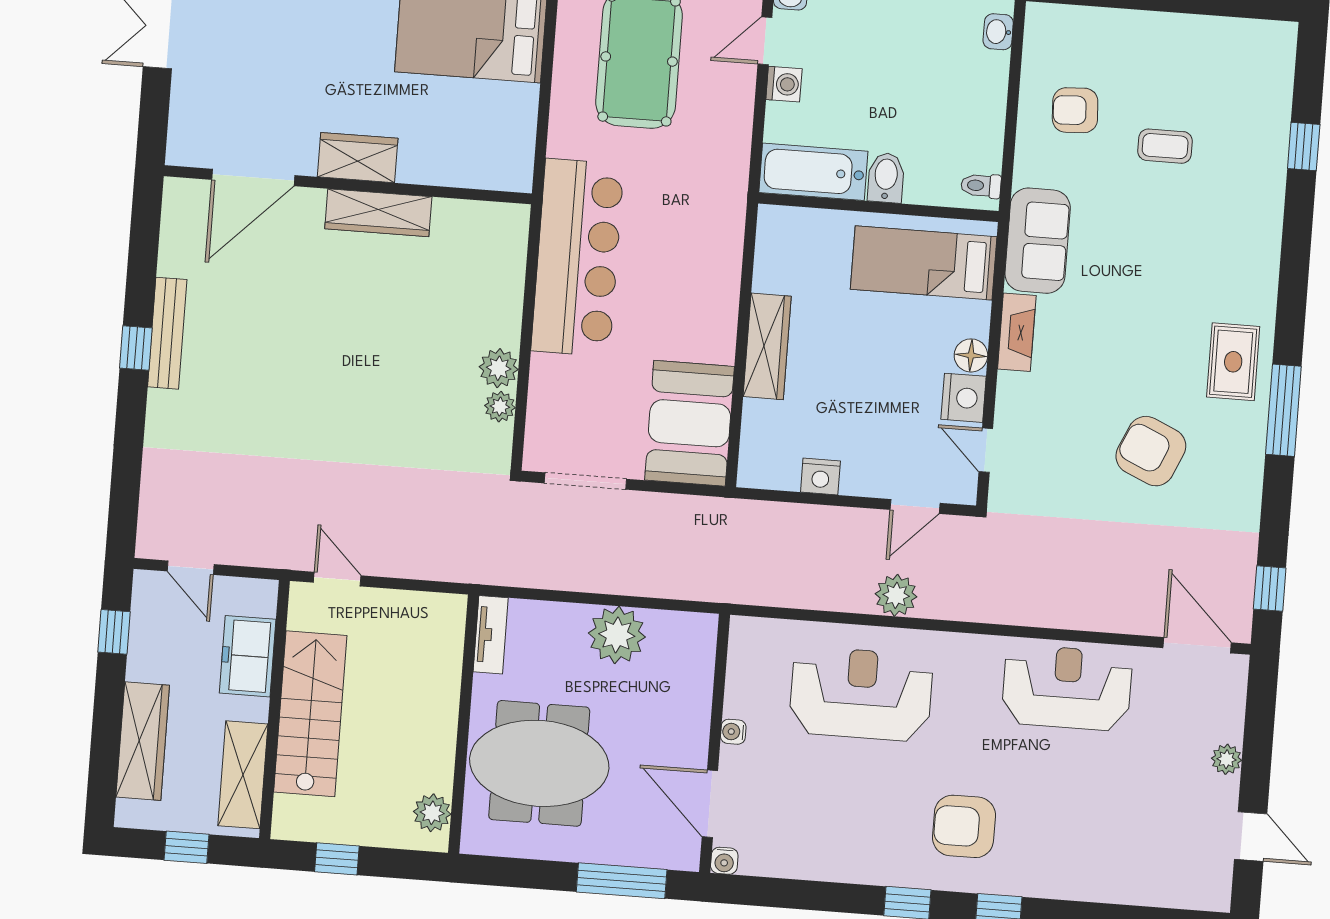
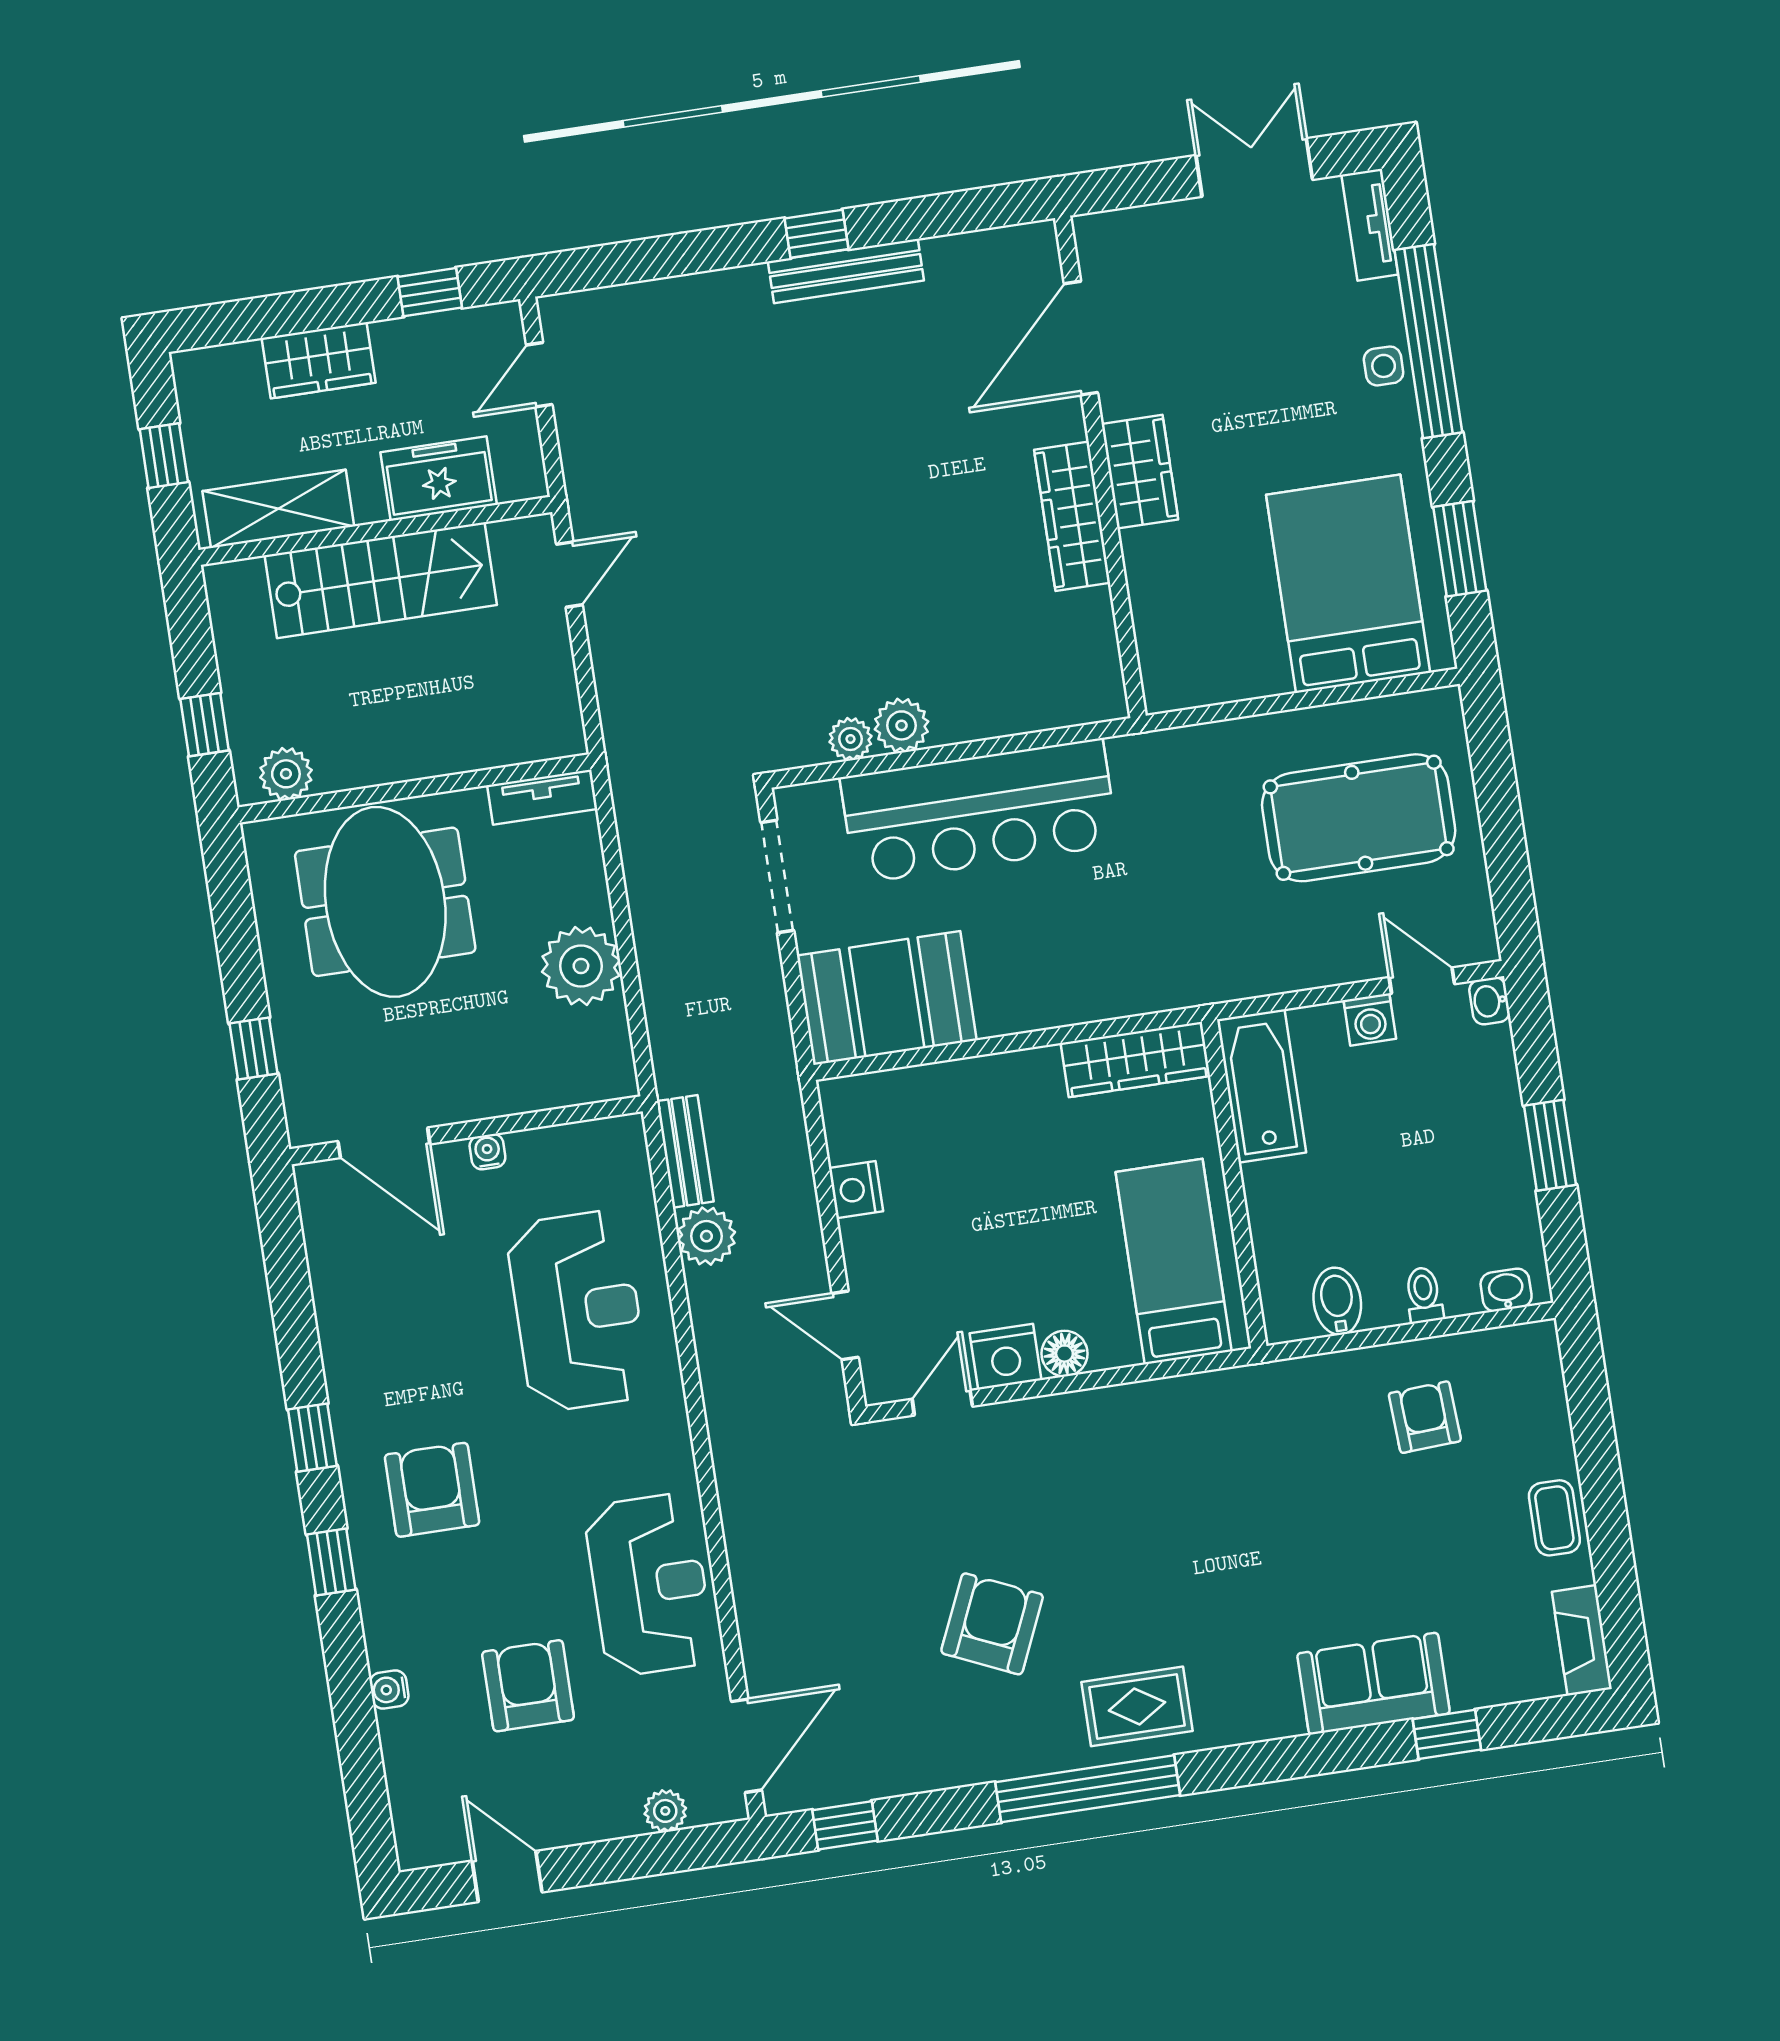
coffee table: (1165, 146) -> (1554, 1518), moved
door: (253, 177) -> (1081, 338), hinge flipped
bidet: (886, 178) -> (1337, 1301), moved, turned -90
toilet: (981, 186) -> (1424, 1295), moved
sofa: (1038, 241) -> (1373, 1684), moved, turned 180
bar counter: (577, 257) -> (979, 811), moved
fireplace: (1017, 332) -> (1582, 1640), moved, turned 90
wardrobe: (767, 346) -> (1135, 1060), moved
window: (1283, 410) -> (1088, 1789), width x1.46
bench: (765, 591) -> (685, 1151), added
plant: (896, 595) -> (706, 1236), moved
wardrobe: (143, 741) -> (319, 360), width x0.67
plant: (1227, 759) -> (665, 1811), moved
armchair: (1119, 790) -> (528, 1686), added
door: (710, 804) -> (384, 1143), swing flipped
door: (1251, 836) -> (507, 1876), swing flipped
window: (337, 859) -> (205, 725), moved
water cooler: (724, 861) -> (389, 1690), moved
window: (622, 881) -> (254, 1048), width x0.46

